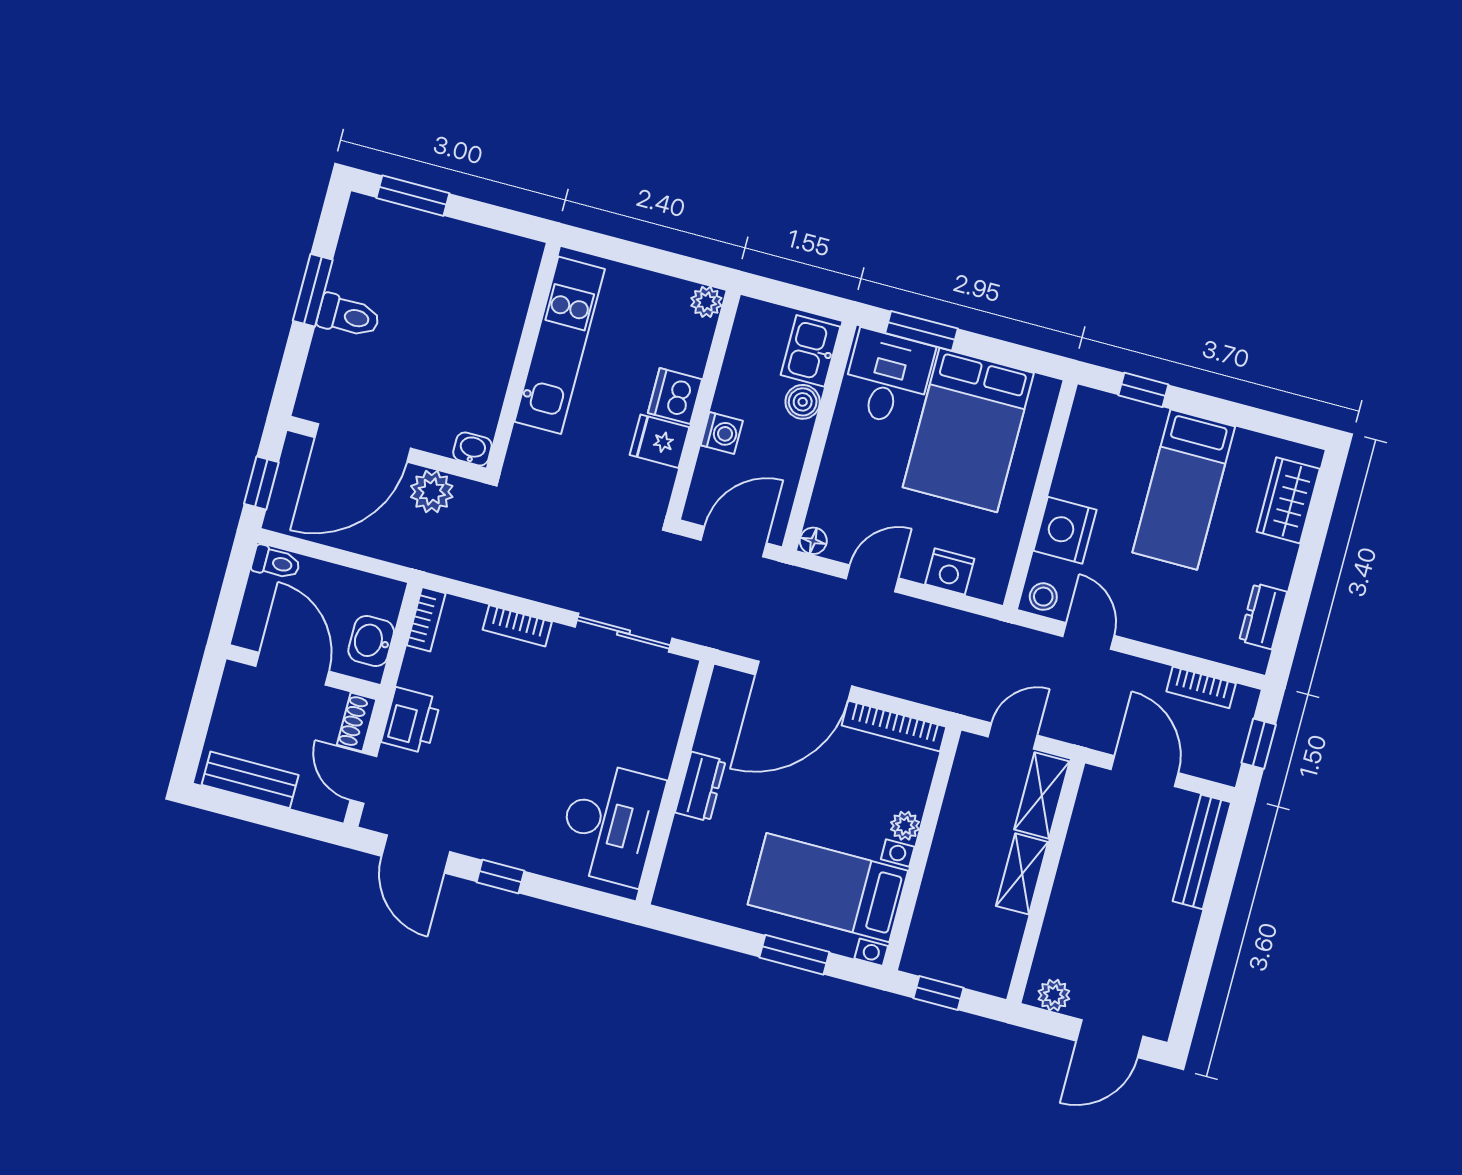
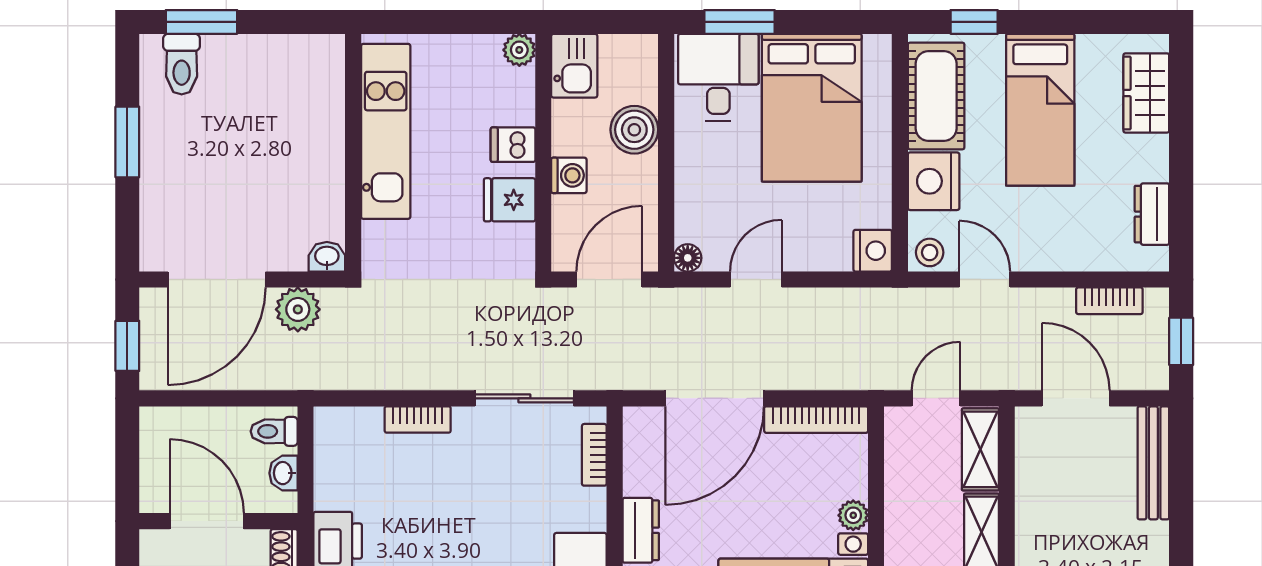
toilet: (349, 316) -> (182, 64), moved, turned 90
kitchen sink: (811, 351) -> (574, 66), moved, turned 180
dishwasher: (675, 396) -> (513, 145), width x0.73
boiler: (803, 402) -> (634, 130), width x1.36, depth x1.36
cot: (1089, 450) -> (936, 96), added
toilet: (276, 563) -> (274, 431), moved, turned 180
nightstand: (950, 572) -> (873, 251), moved, turned -90
bookcase: (426, 619) -> (594, 455), moved, turned 180
washbasin: (371, 641) -> (284, 473), width x0.72, depth x0.69

